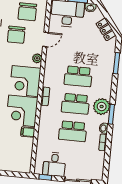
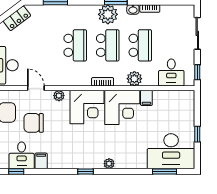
chair: (16, 35) -> (34, 123), turned 180
plant: (45, 123) -> (134, 79), added
desk: (54, 164) -> (171, 72), moved, turned 90

